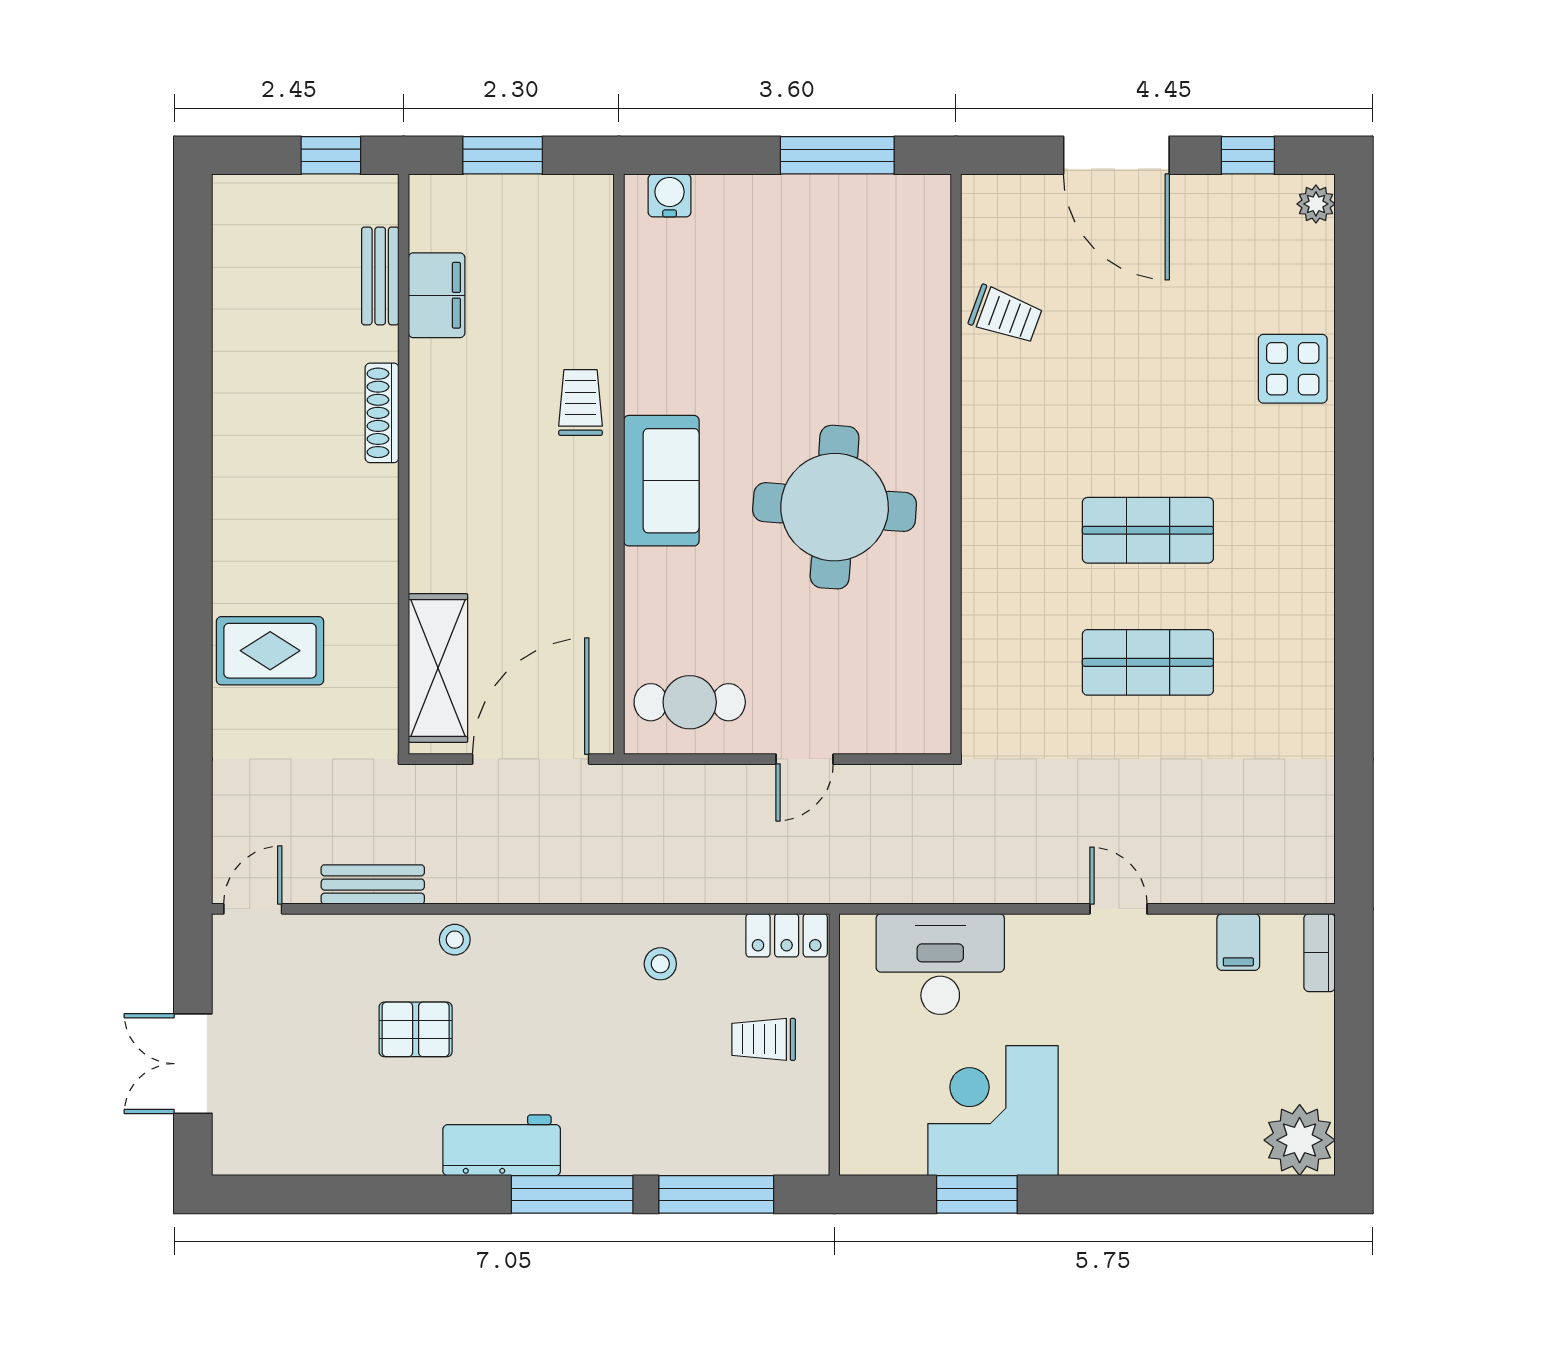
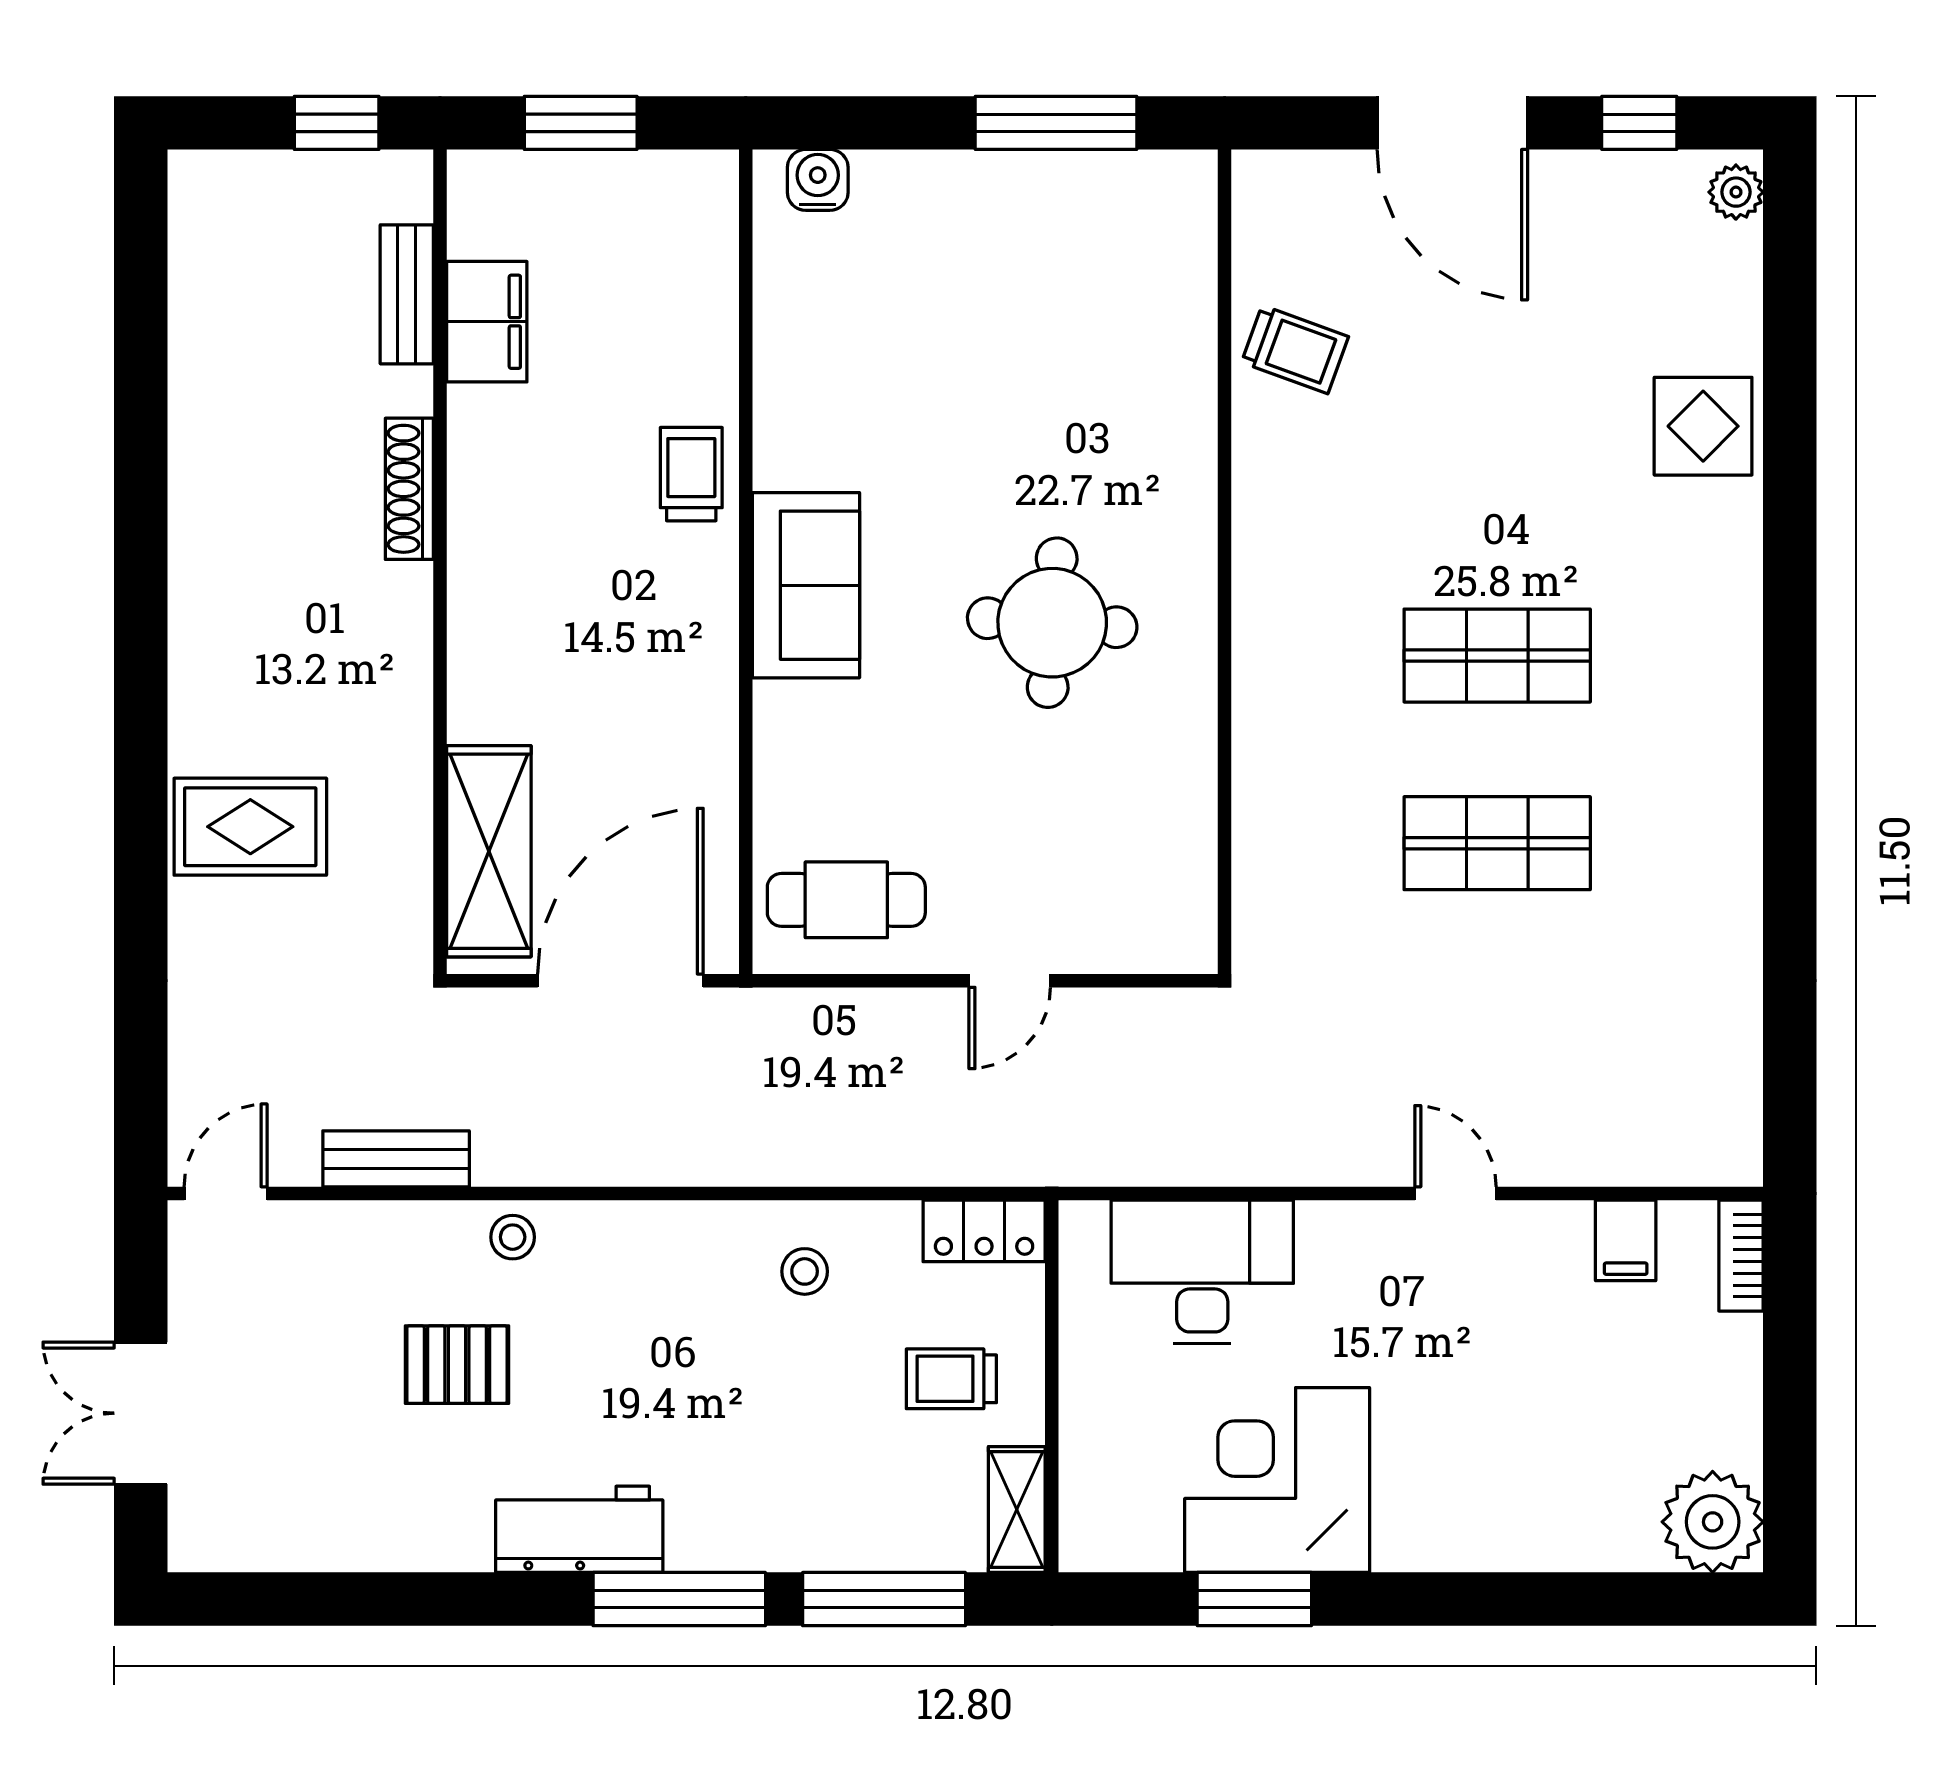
round table: (835, 507) -> (1052, 623), width x0.73, depth x0.73
shelving: (810, 1131) -> (1017, 1510), added

